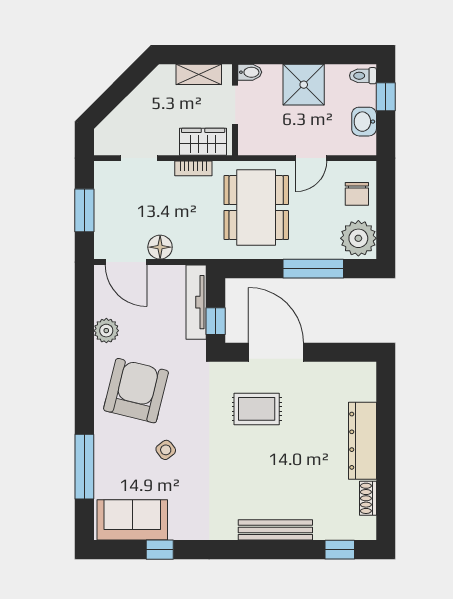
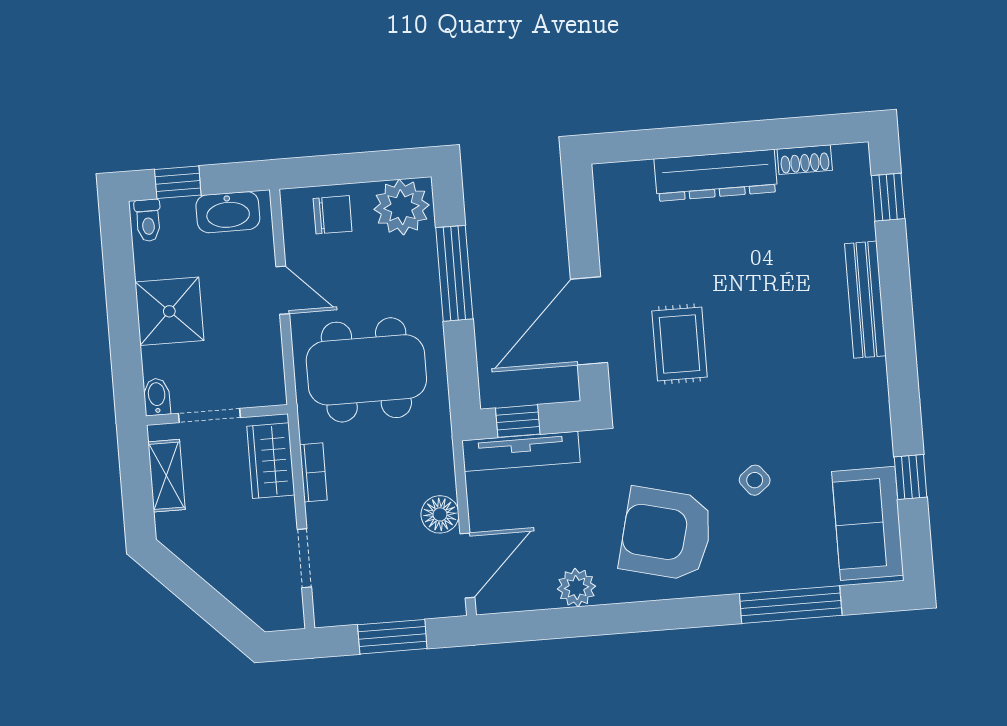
washbasin: (364, 122) -> (228, 212), width x1.38
window: (216, 321) -> (518, 421), moved

